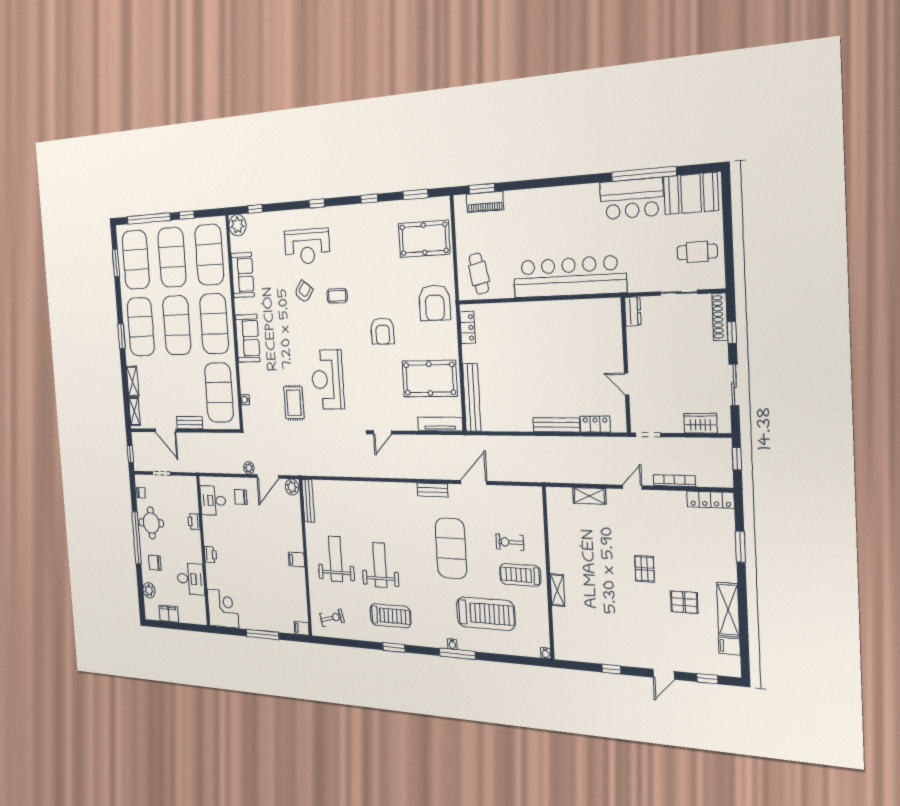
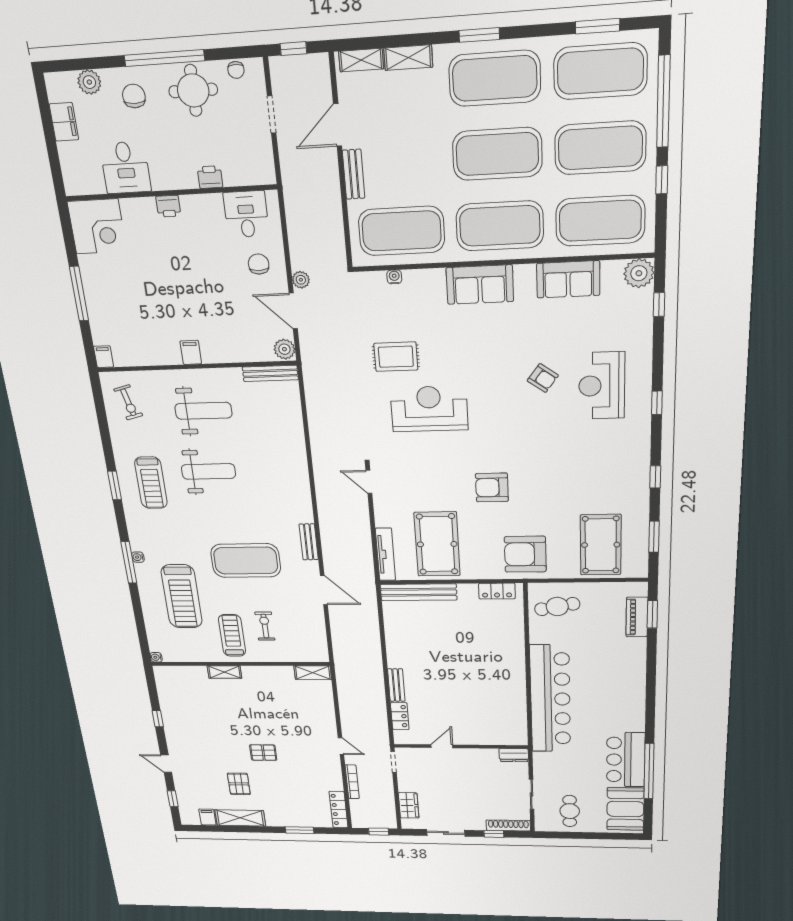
coffee table: (337, 296) -> (536, 427), removed
bench: (556, 425) -> (396, 685), width x0.73
shelving: (589, 496) -> (313, 673), moved, turned 90

